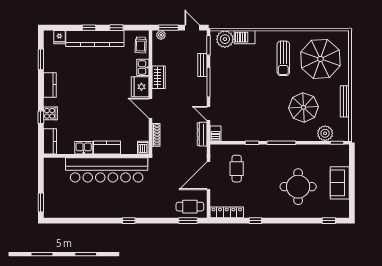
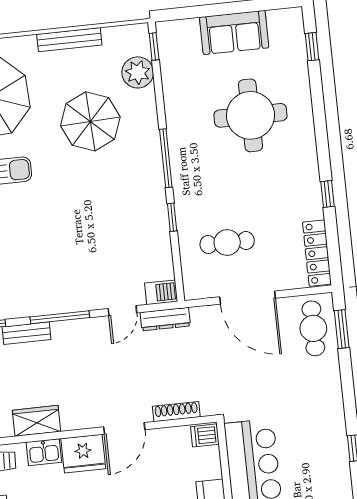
wardrobe: (159, 77) -> (37, 421), moved

